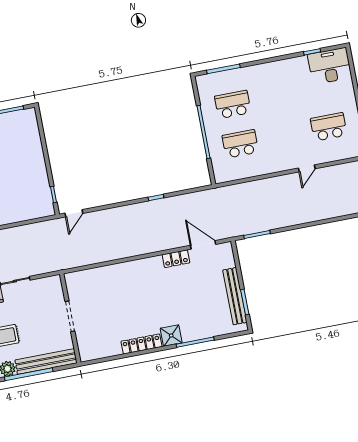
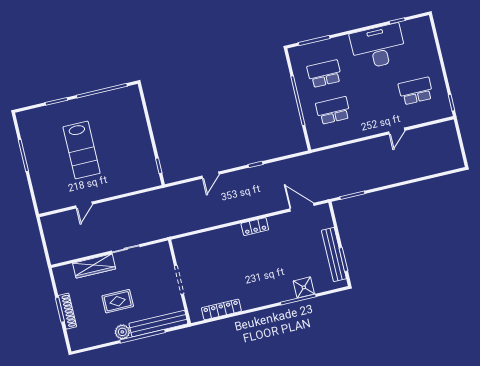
desk: (330, 66) -> (378, 47), moved, width x1.36, depth x1.30
door: (74, 213) -> (210, 175), moved
locker: (176, 259) -> (255, 227), moved
shower: (171, 336) -> (304, 287), moved
locker: (141, 344) -> (221, 309), moved

